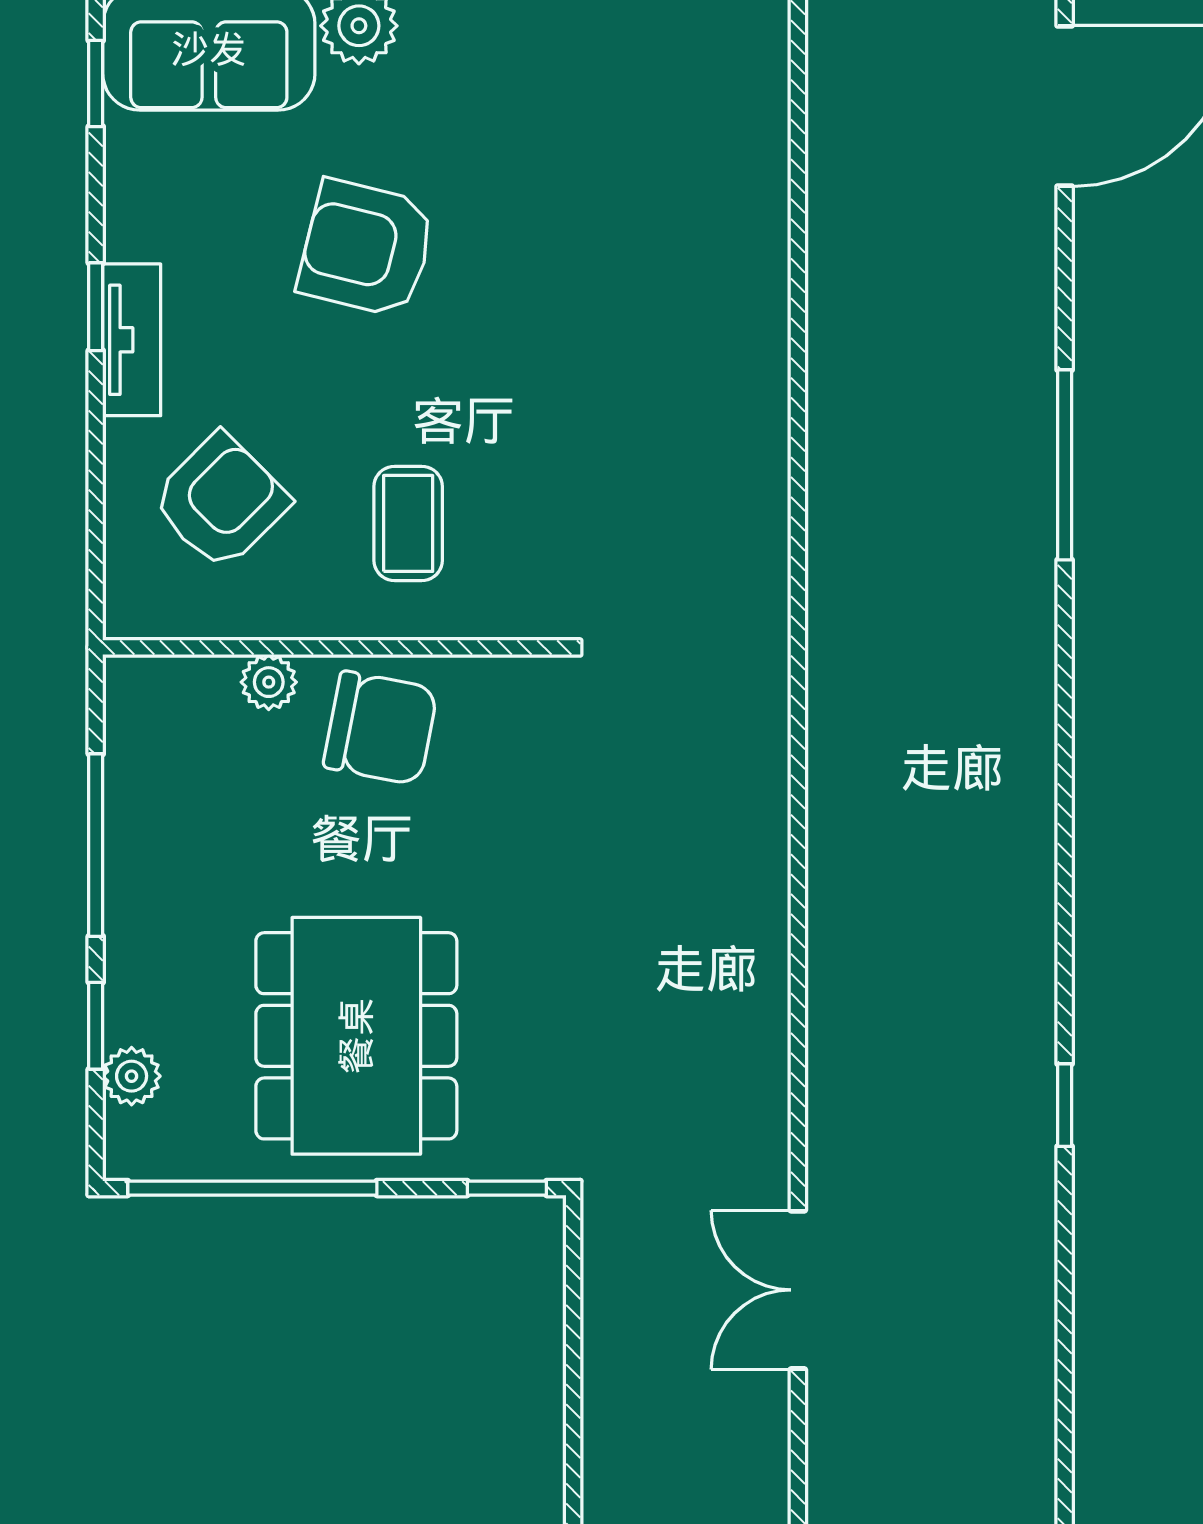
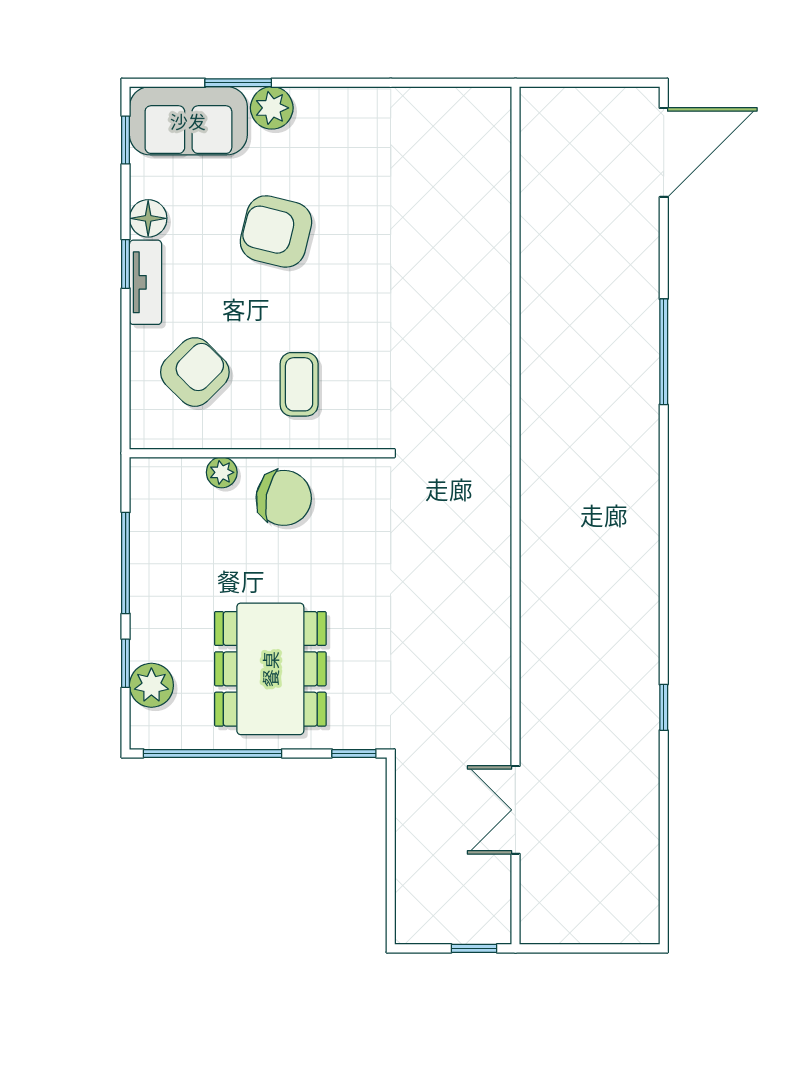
floor lamp: (136, 225) -> (148, 218), added
plant: (132, 1076) -> (151, 685), width x1.38, depth x1.38

